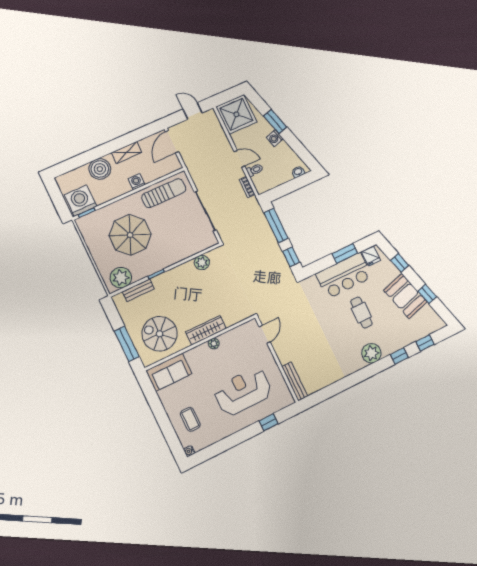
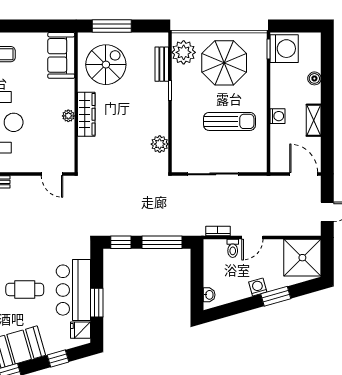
boiler: (100, 169) -> (314, 78), width x0.54, depth x0.54
sun lounger: (164, 193) -> (230, 121), moved, turned -90
parasol: (130, 235) -> (224, 63), moved

